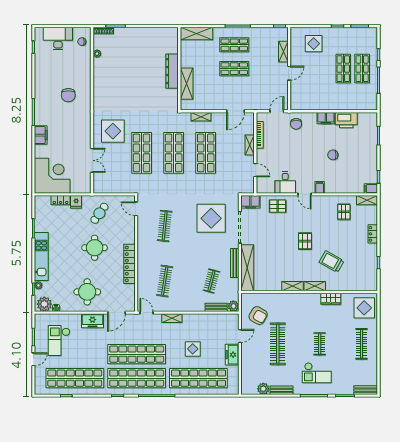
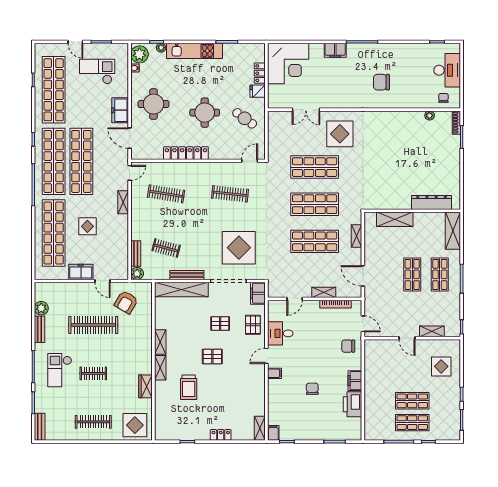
dresser: (172, 71) -> (432, 202), moved
pallet: (344, 212) -> (220, 324), moved
trolley: (332, 262) -> (189, 387), turned 151

